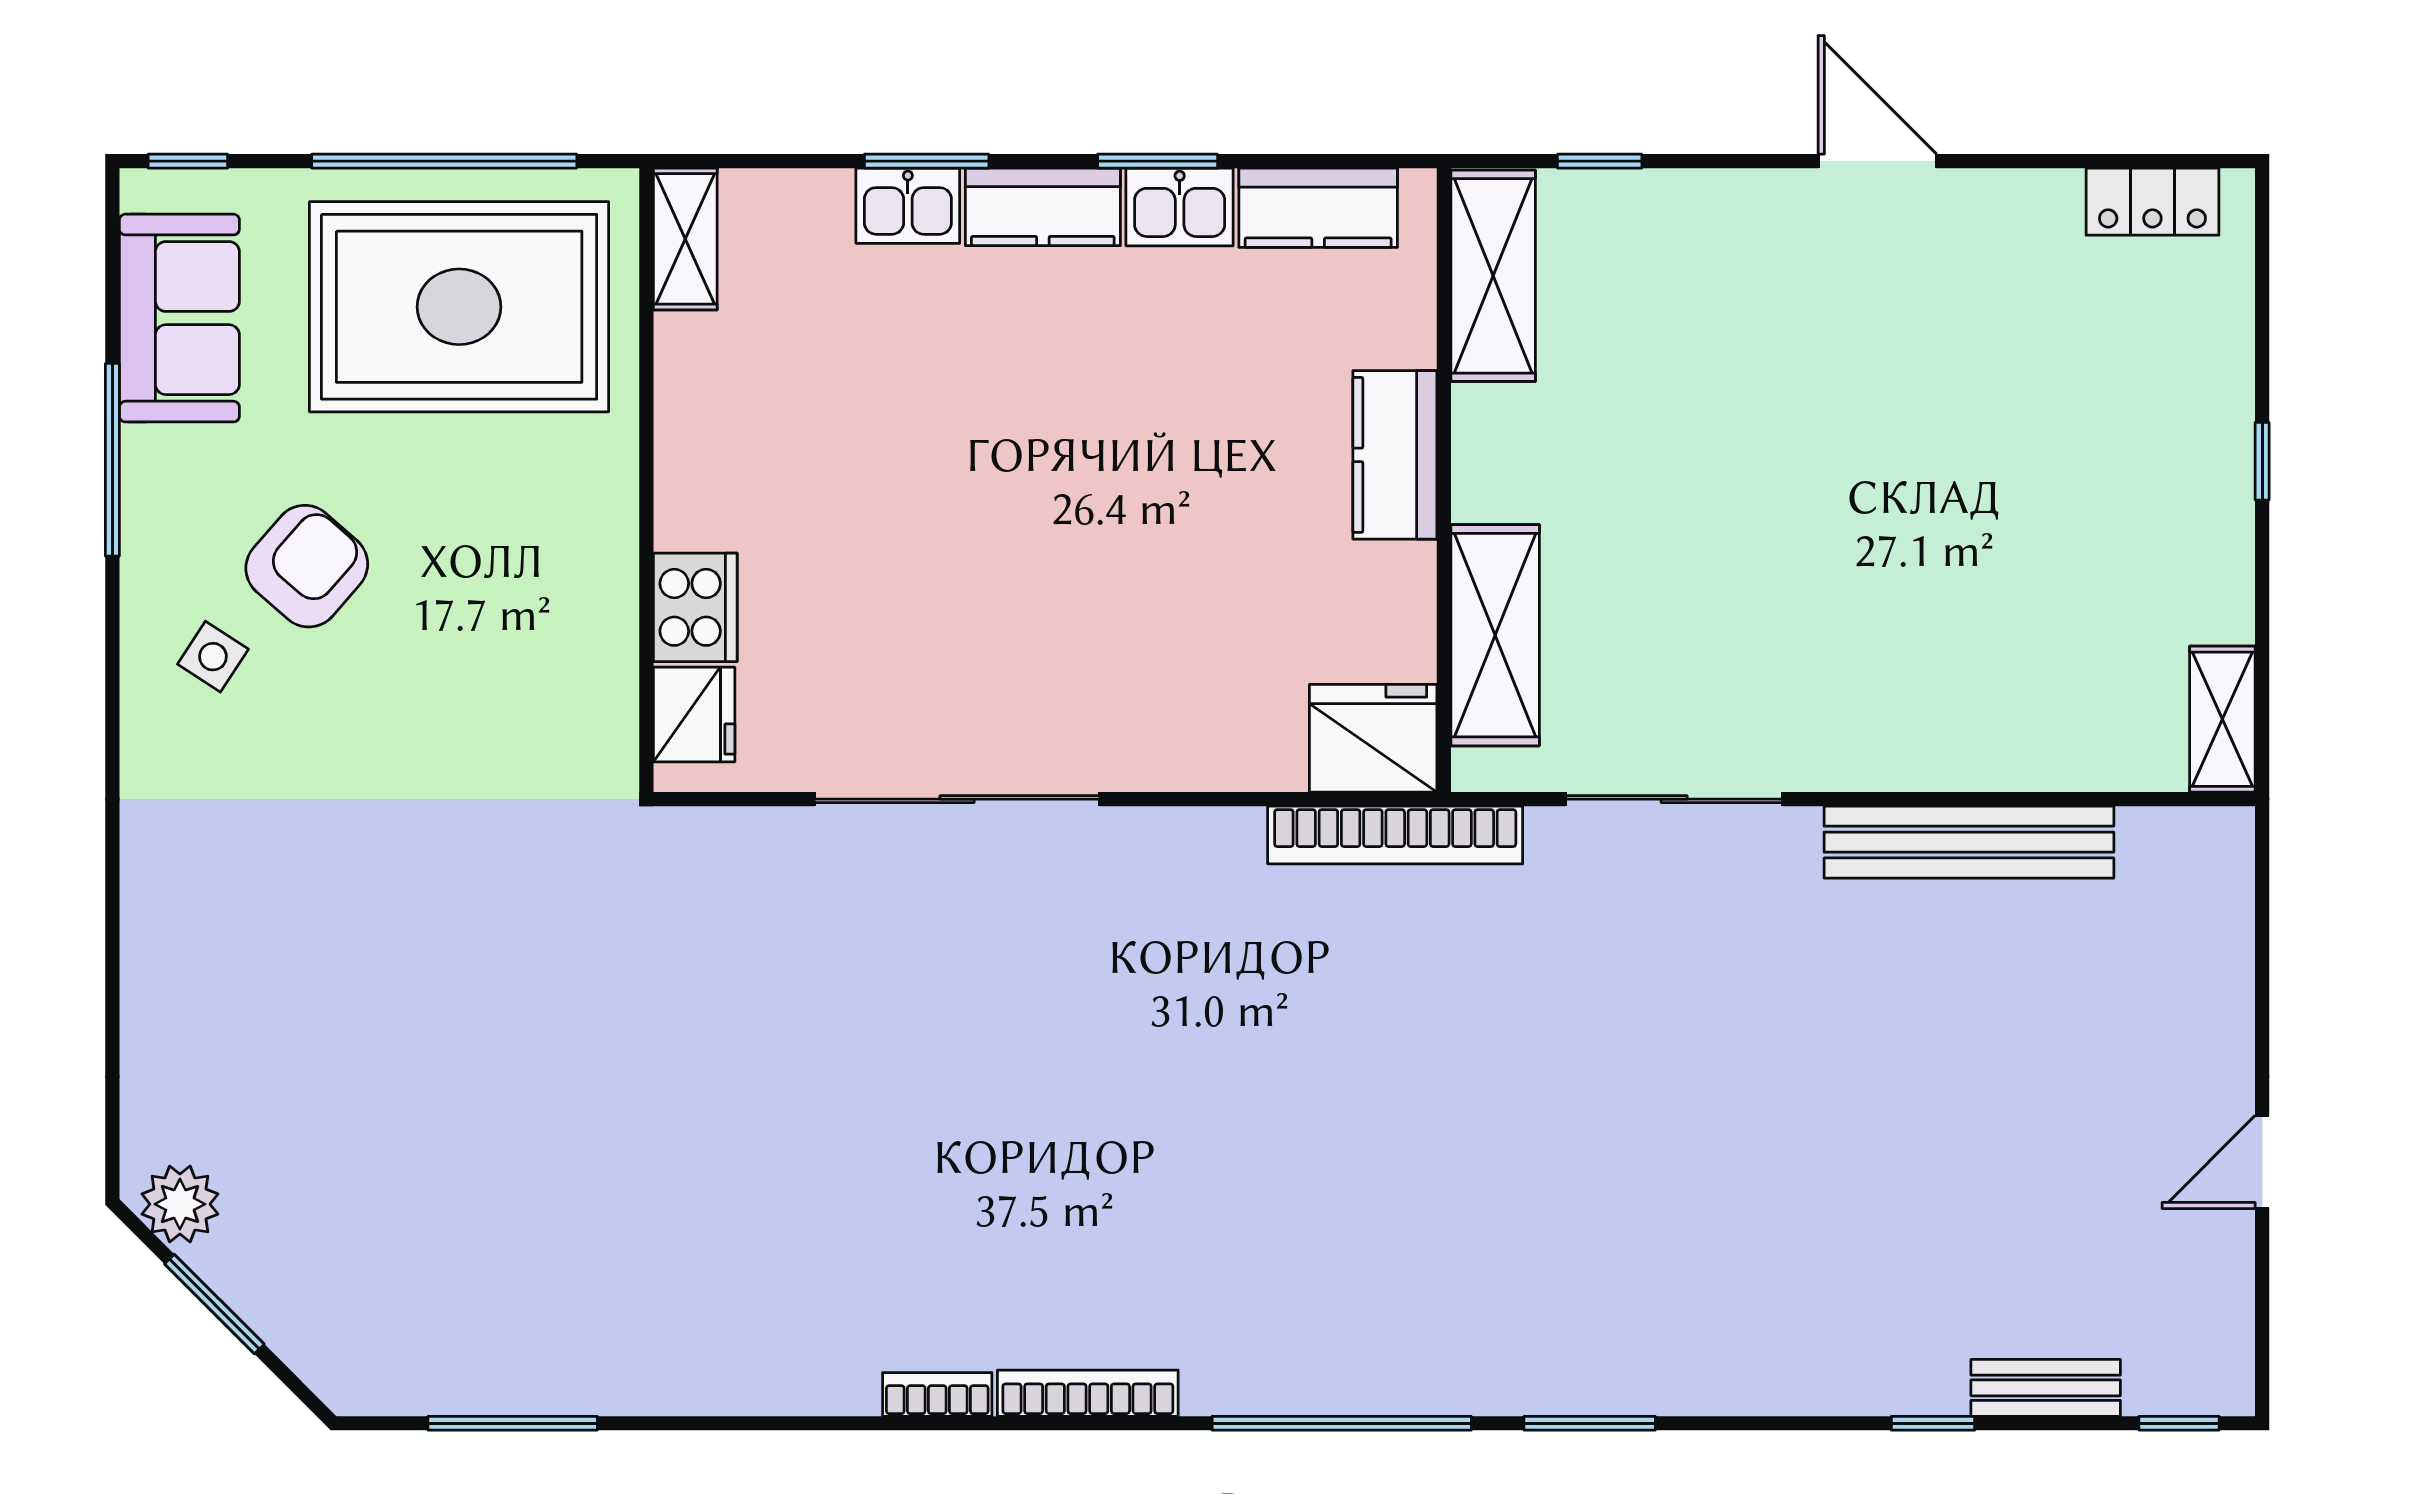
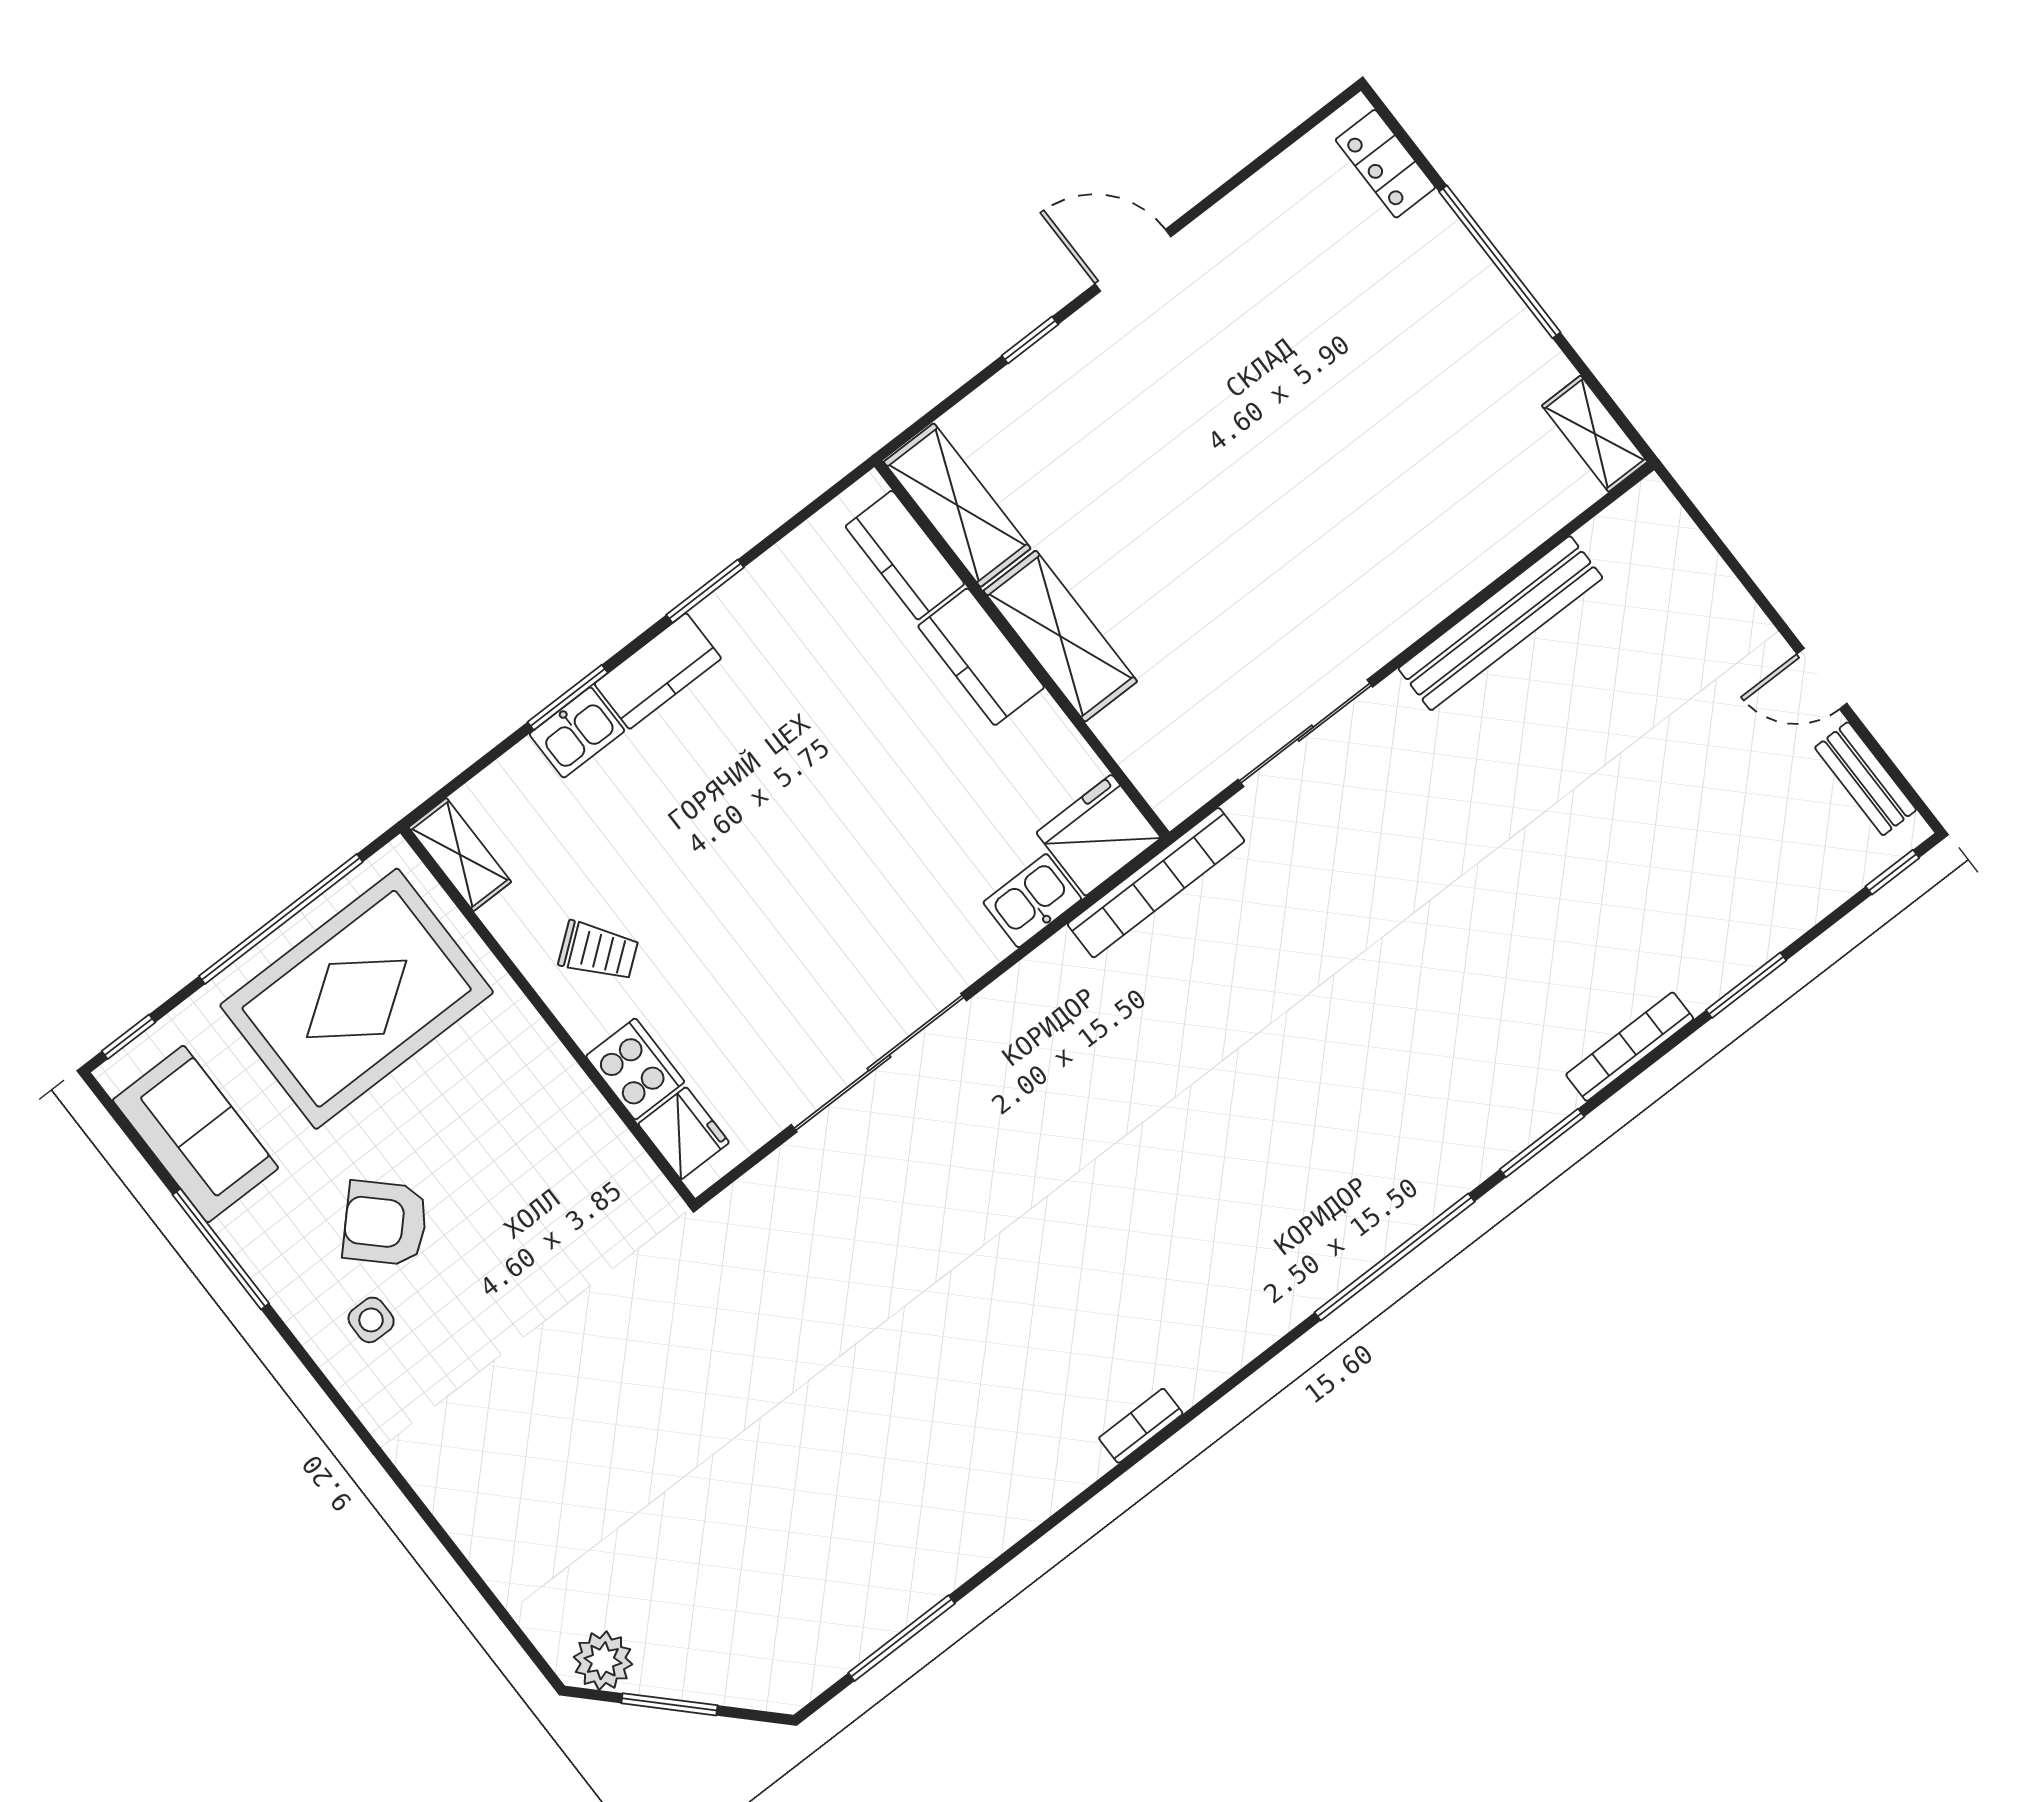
window: (1600, 161) -> (1030, 340), moved
locker: (2152, 202) -> (1385, 164), moved, turned 90
kitchen sink: (1180, 207) -> (1032, 901), moved, turned 180
kitchen counter: (1318, 208) -> (905, 555), moved, turned 90
trolley: (752, 453) -> (598, 951), added
window: (2262, 461) -> (1500, 262), width x3.17
armchair: (307, 566) -> (385, 1223), turned -87
shelving: (1495, 635) -> (1060, 636), moved
side table: (213, 657) -> (371, 1320), turned -33
door: (2262, 1162) -> (1822, 679), hinge flipped
bench: (2046, 1388) -> (1865, 779), moved, turned 90
bookcase: (1088, 1393) -> (1630, 1047), moved
window: (1933, 1423) -> (1746, 985), width x1.50

